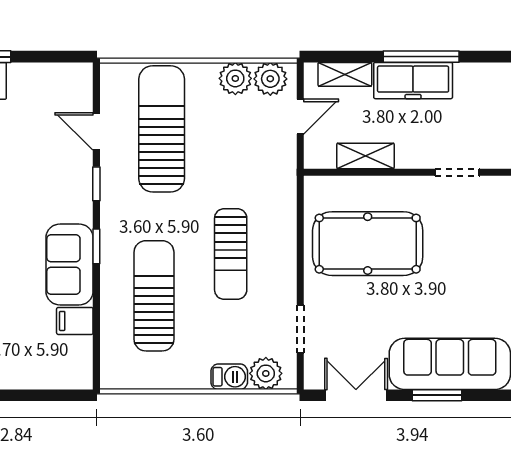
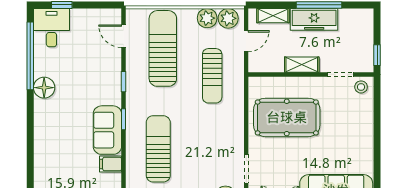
door: (96, 131) -> (124, 36), moved
shelving: (366, 156) -> (302, 65), moved
stool: (491, 193) -> (361, 87), added
sun lounger: (231, 254) -> (212, 76), moved

